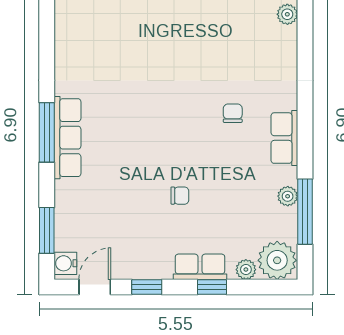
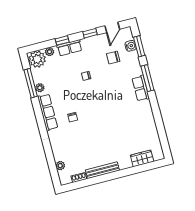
window: (47, 132) -> (147, 78), moved
row of seats: (67, 138) -> (141, 88), width x0.68
row of seats: (284, 138) -> (48, 112), width x1.48
chair: (110, 220) -> (113, 58), added
water cooler: (65, 263) -> (131, 46), moved

